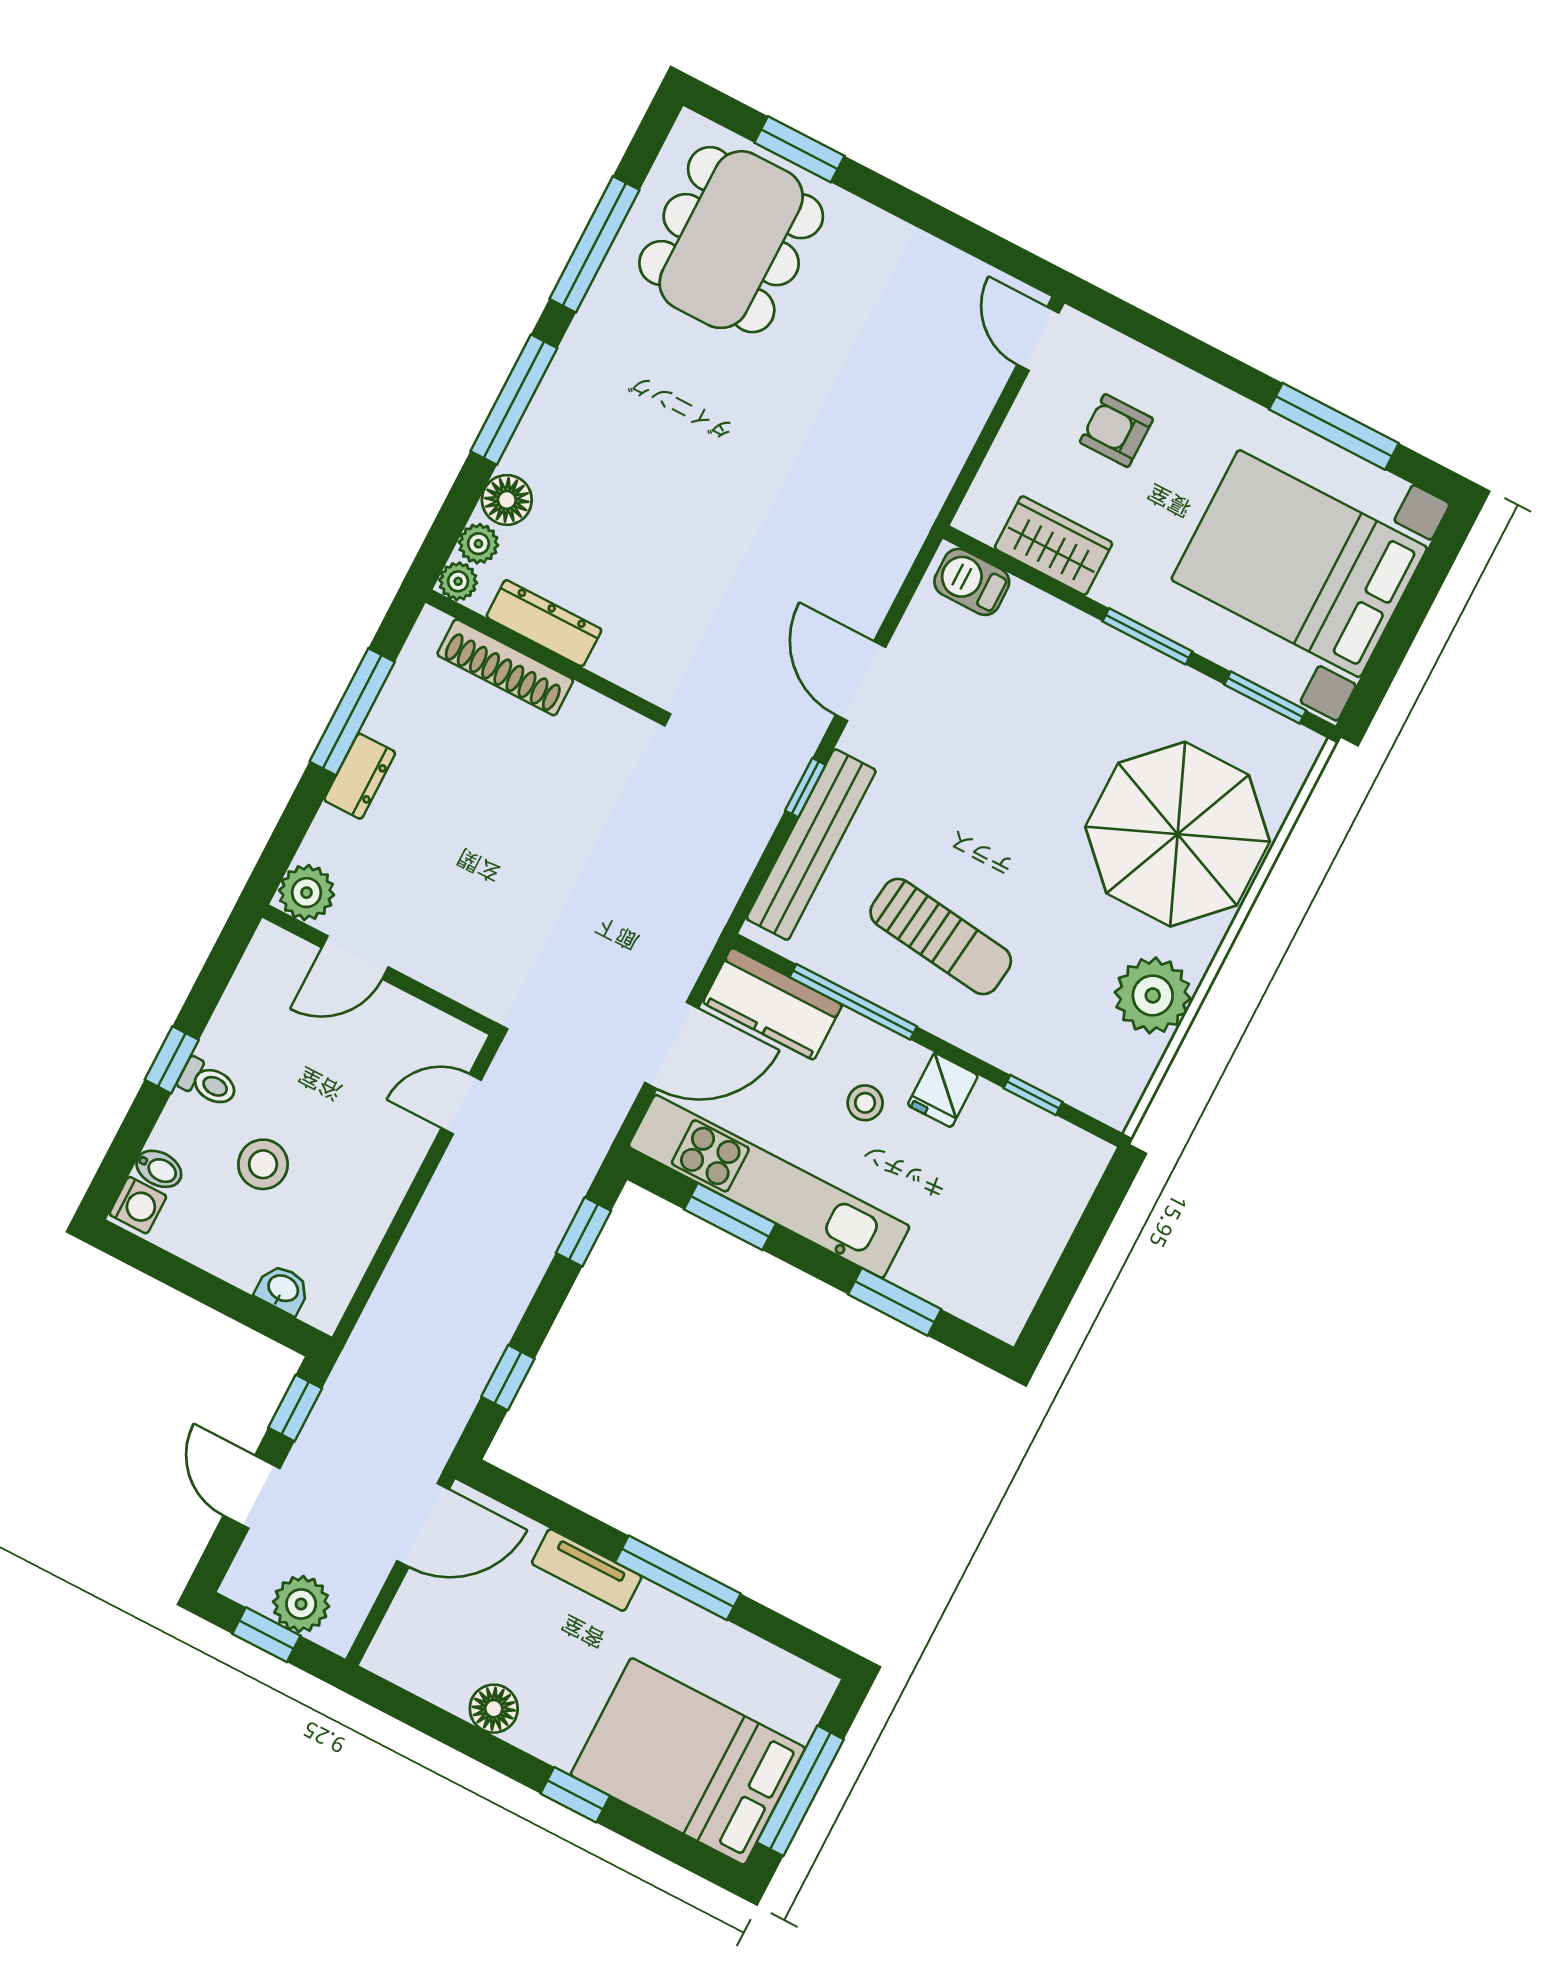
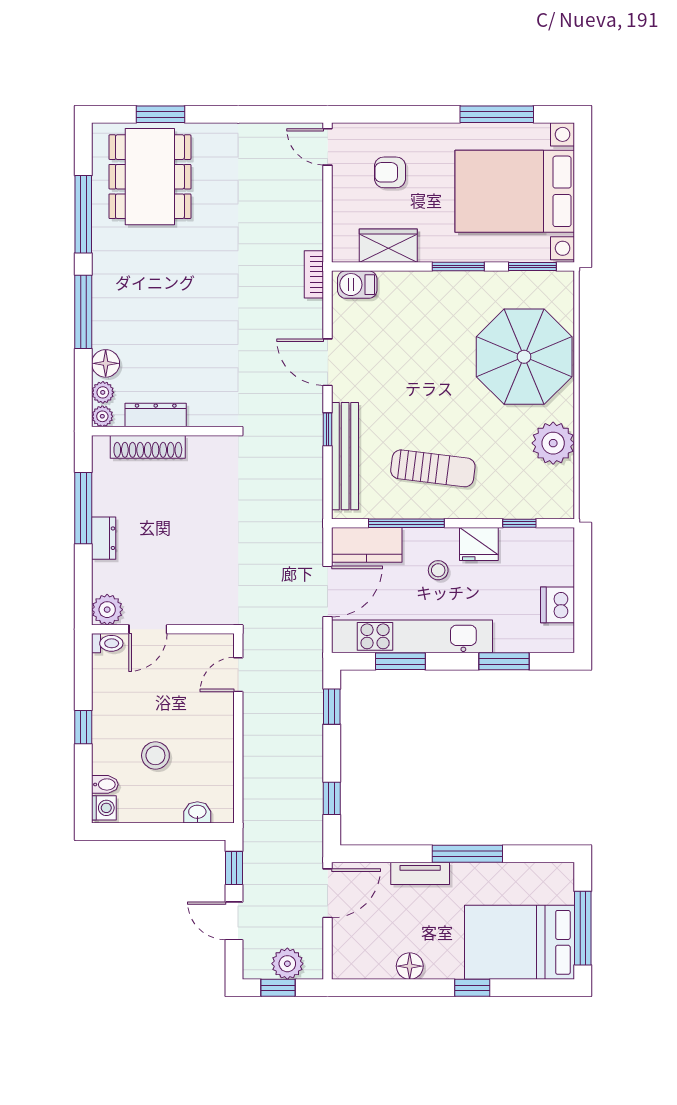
bookcase: (911, 530) -> (314, 274), added
toilet: (208, 1083) -> (107, 643), moved
fridge: (943, 1090) -> (479, 544), width x1.38
dishwasher: (1026, 1256) -> (558, 605), added

